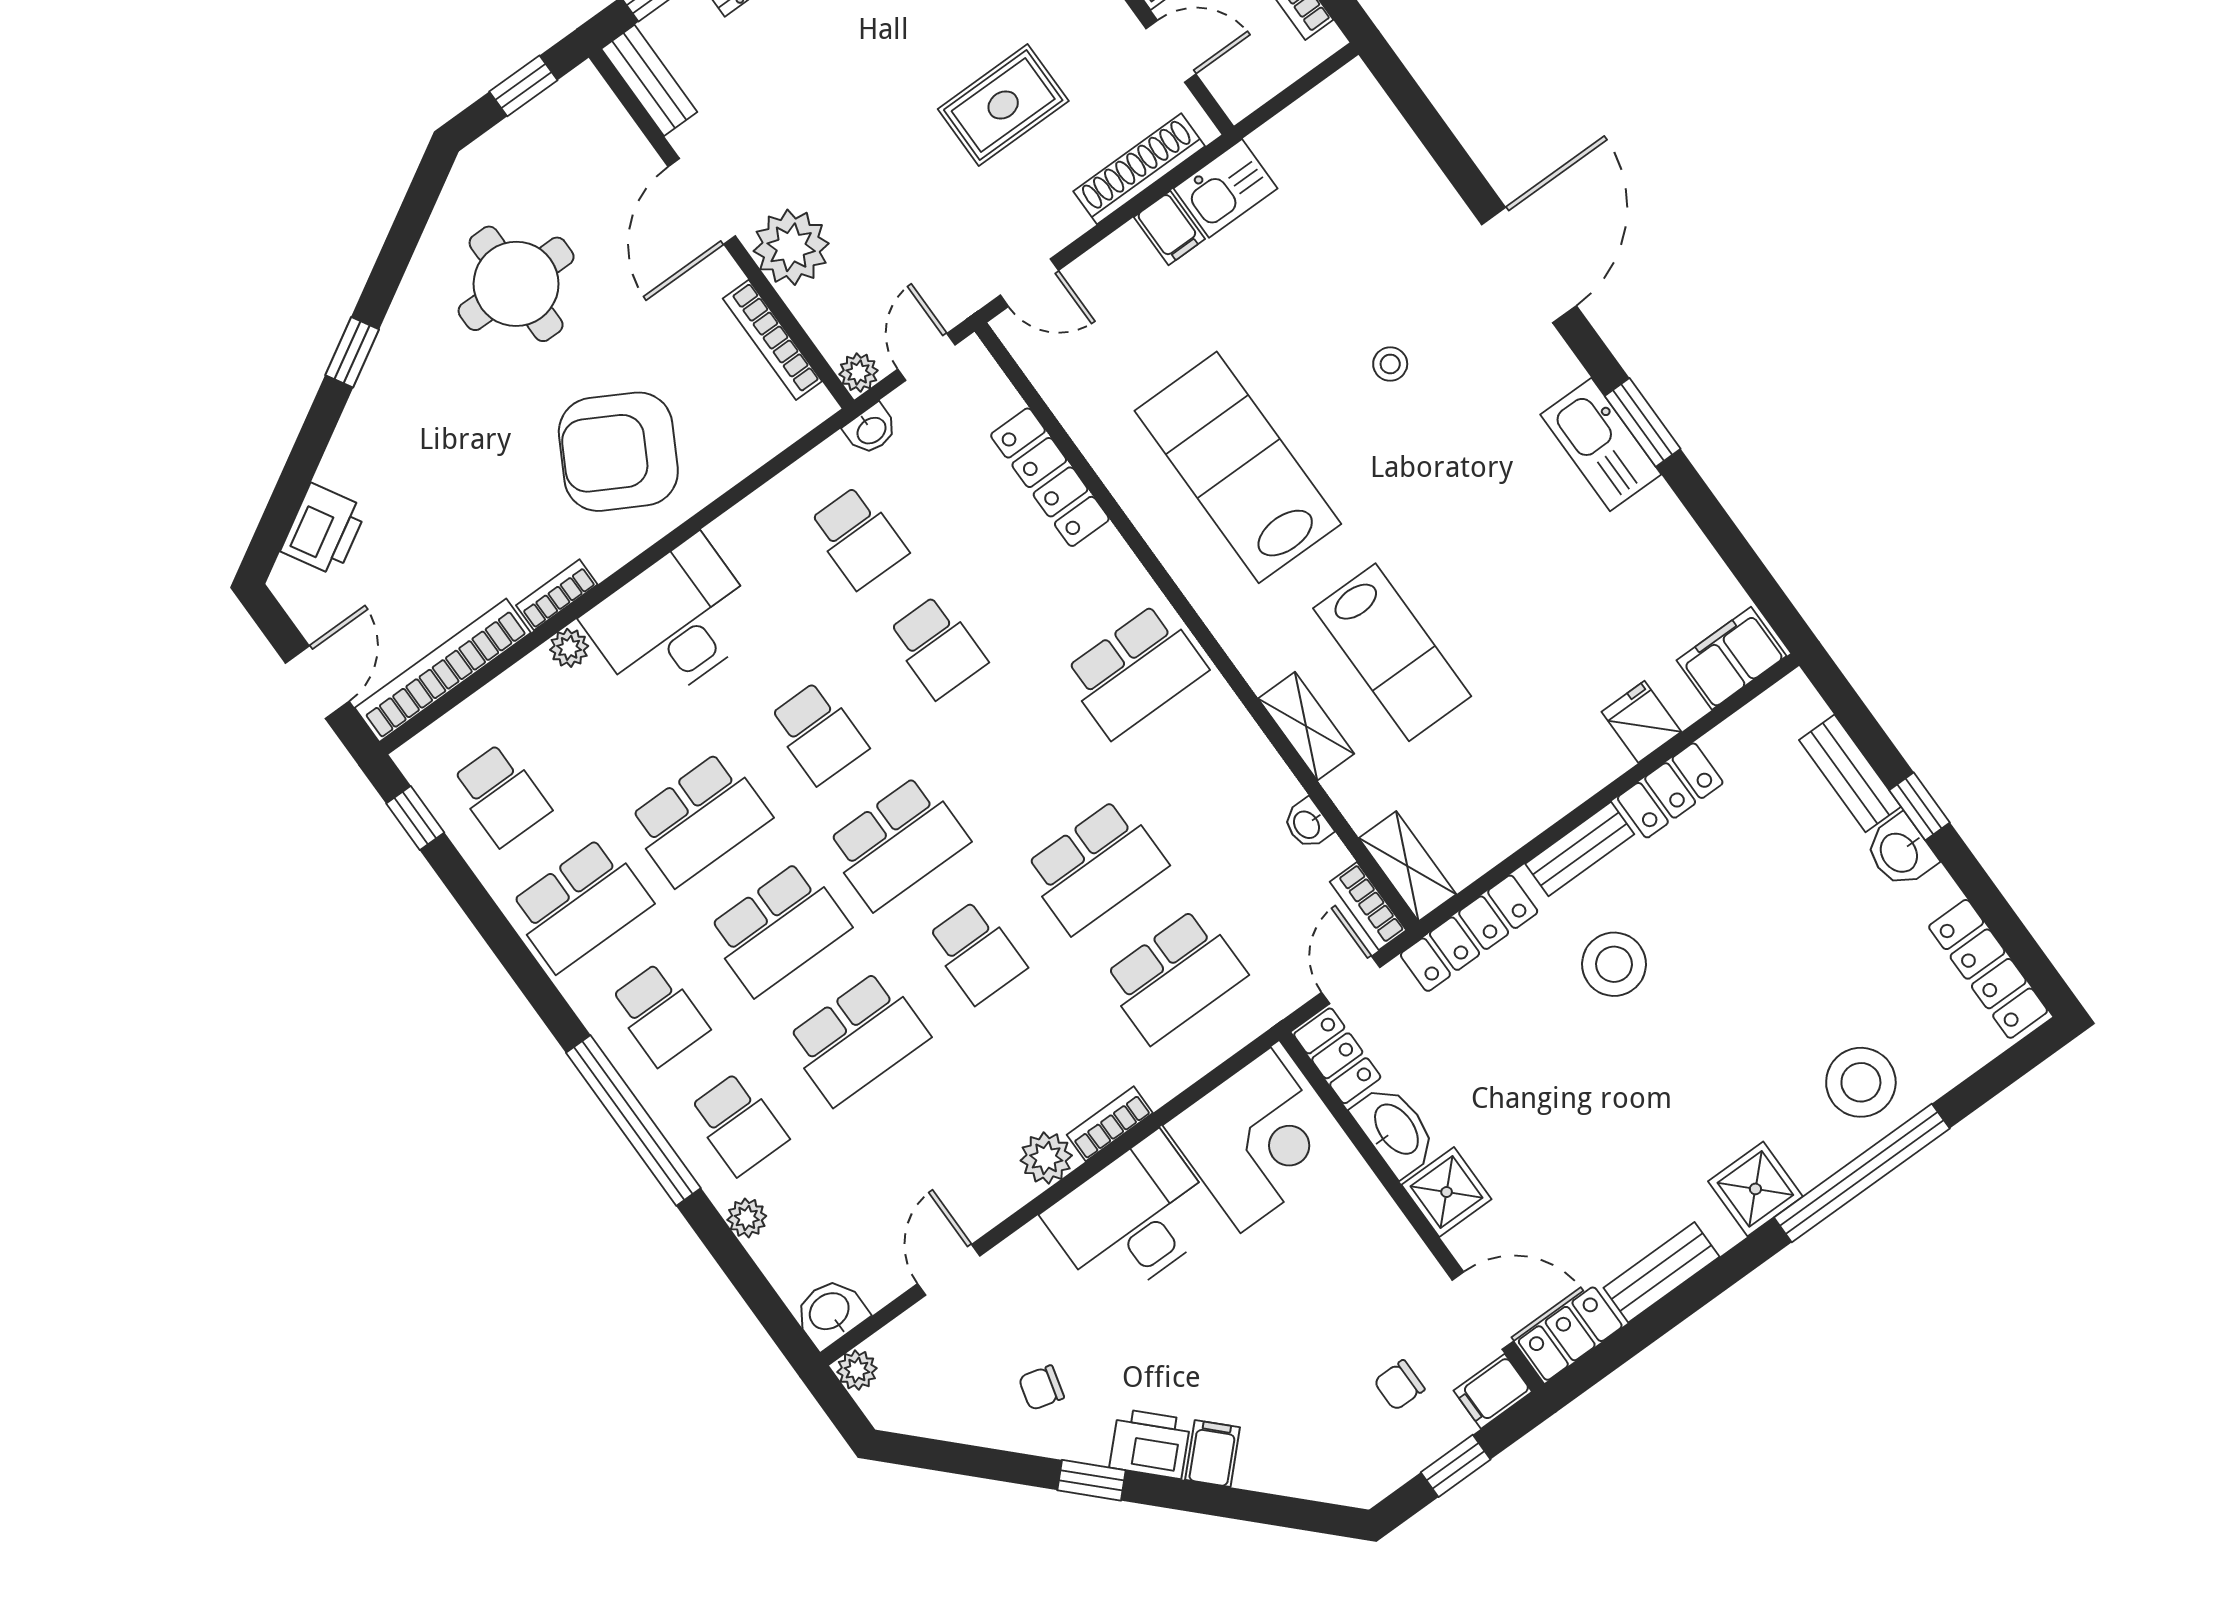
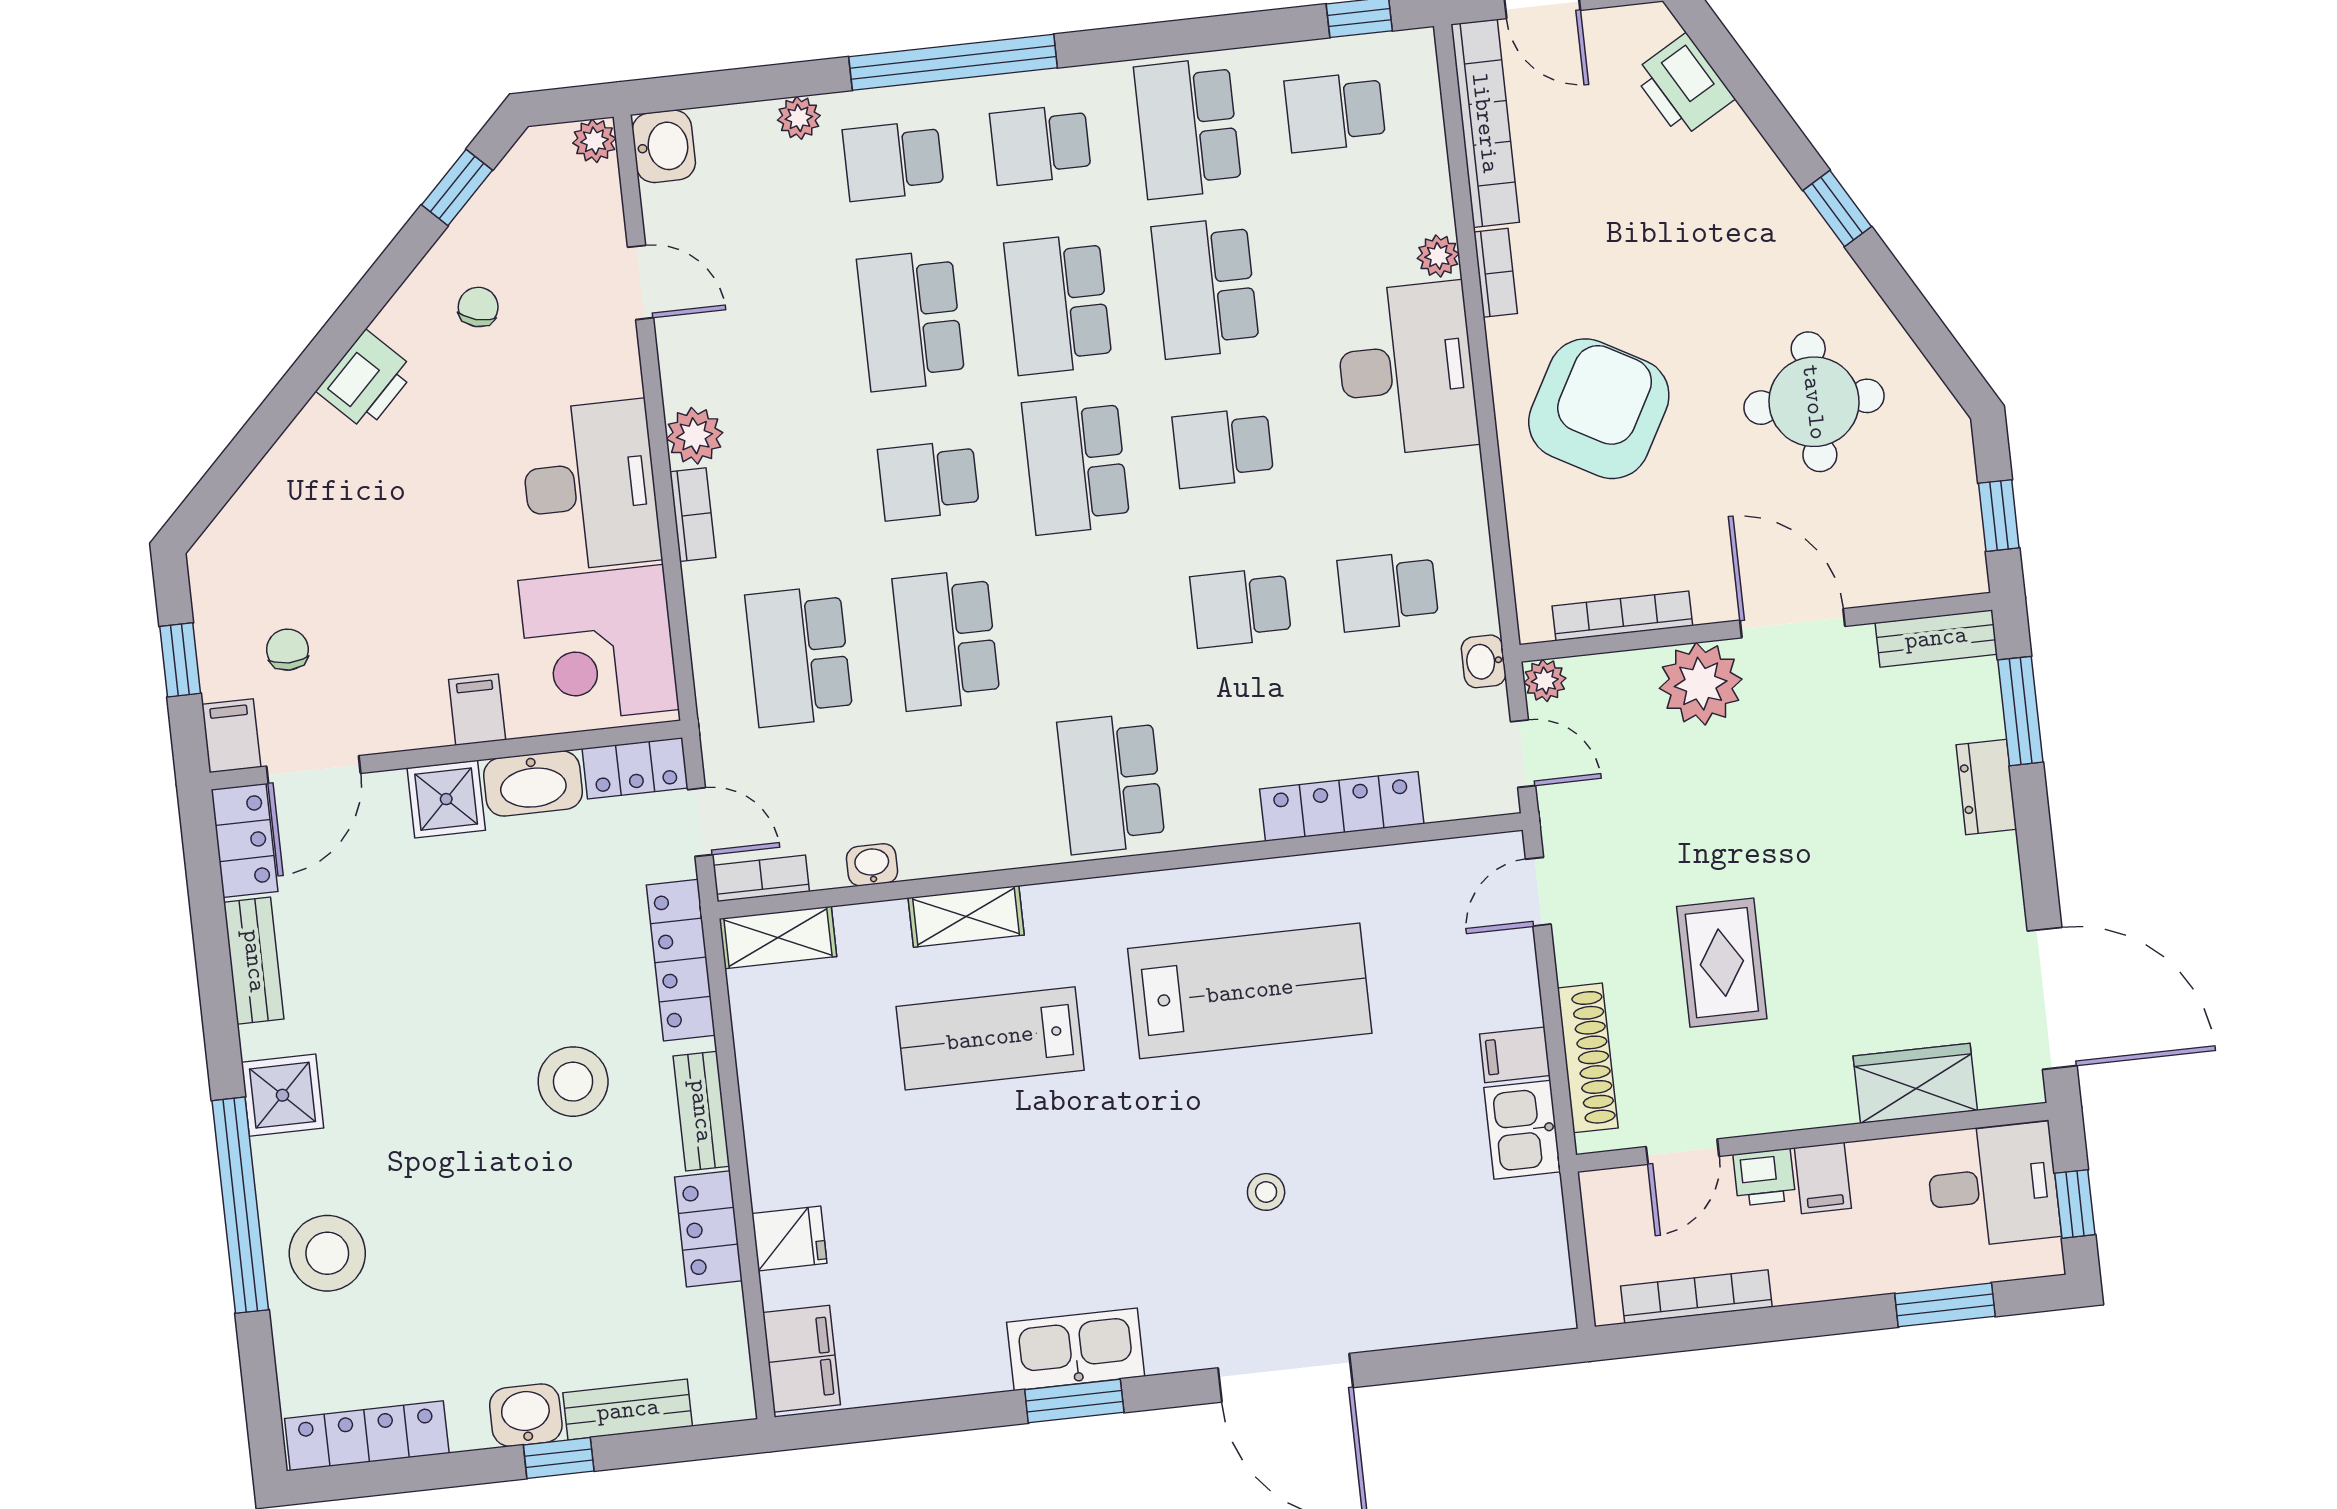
filing cabinet: (1213, 1454) -> (477, 710), moved, turned -135
window: (1091, 1480) -> (457, 188), moved

